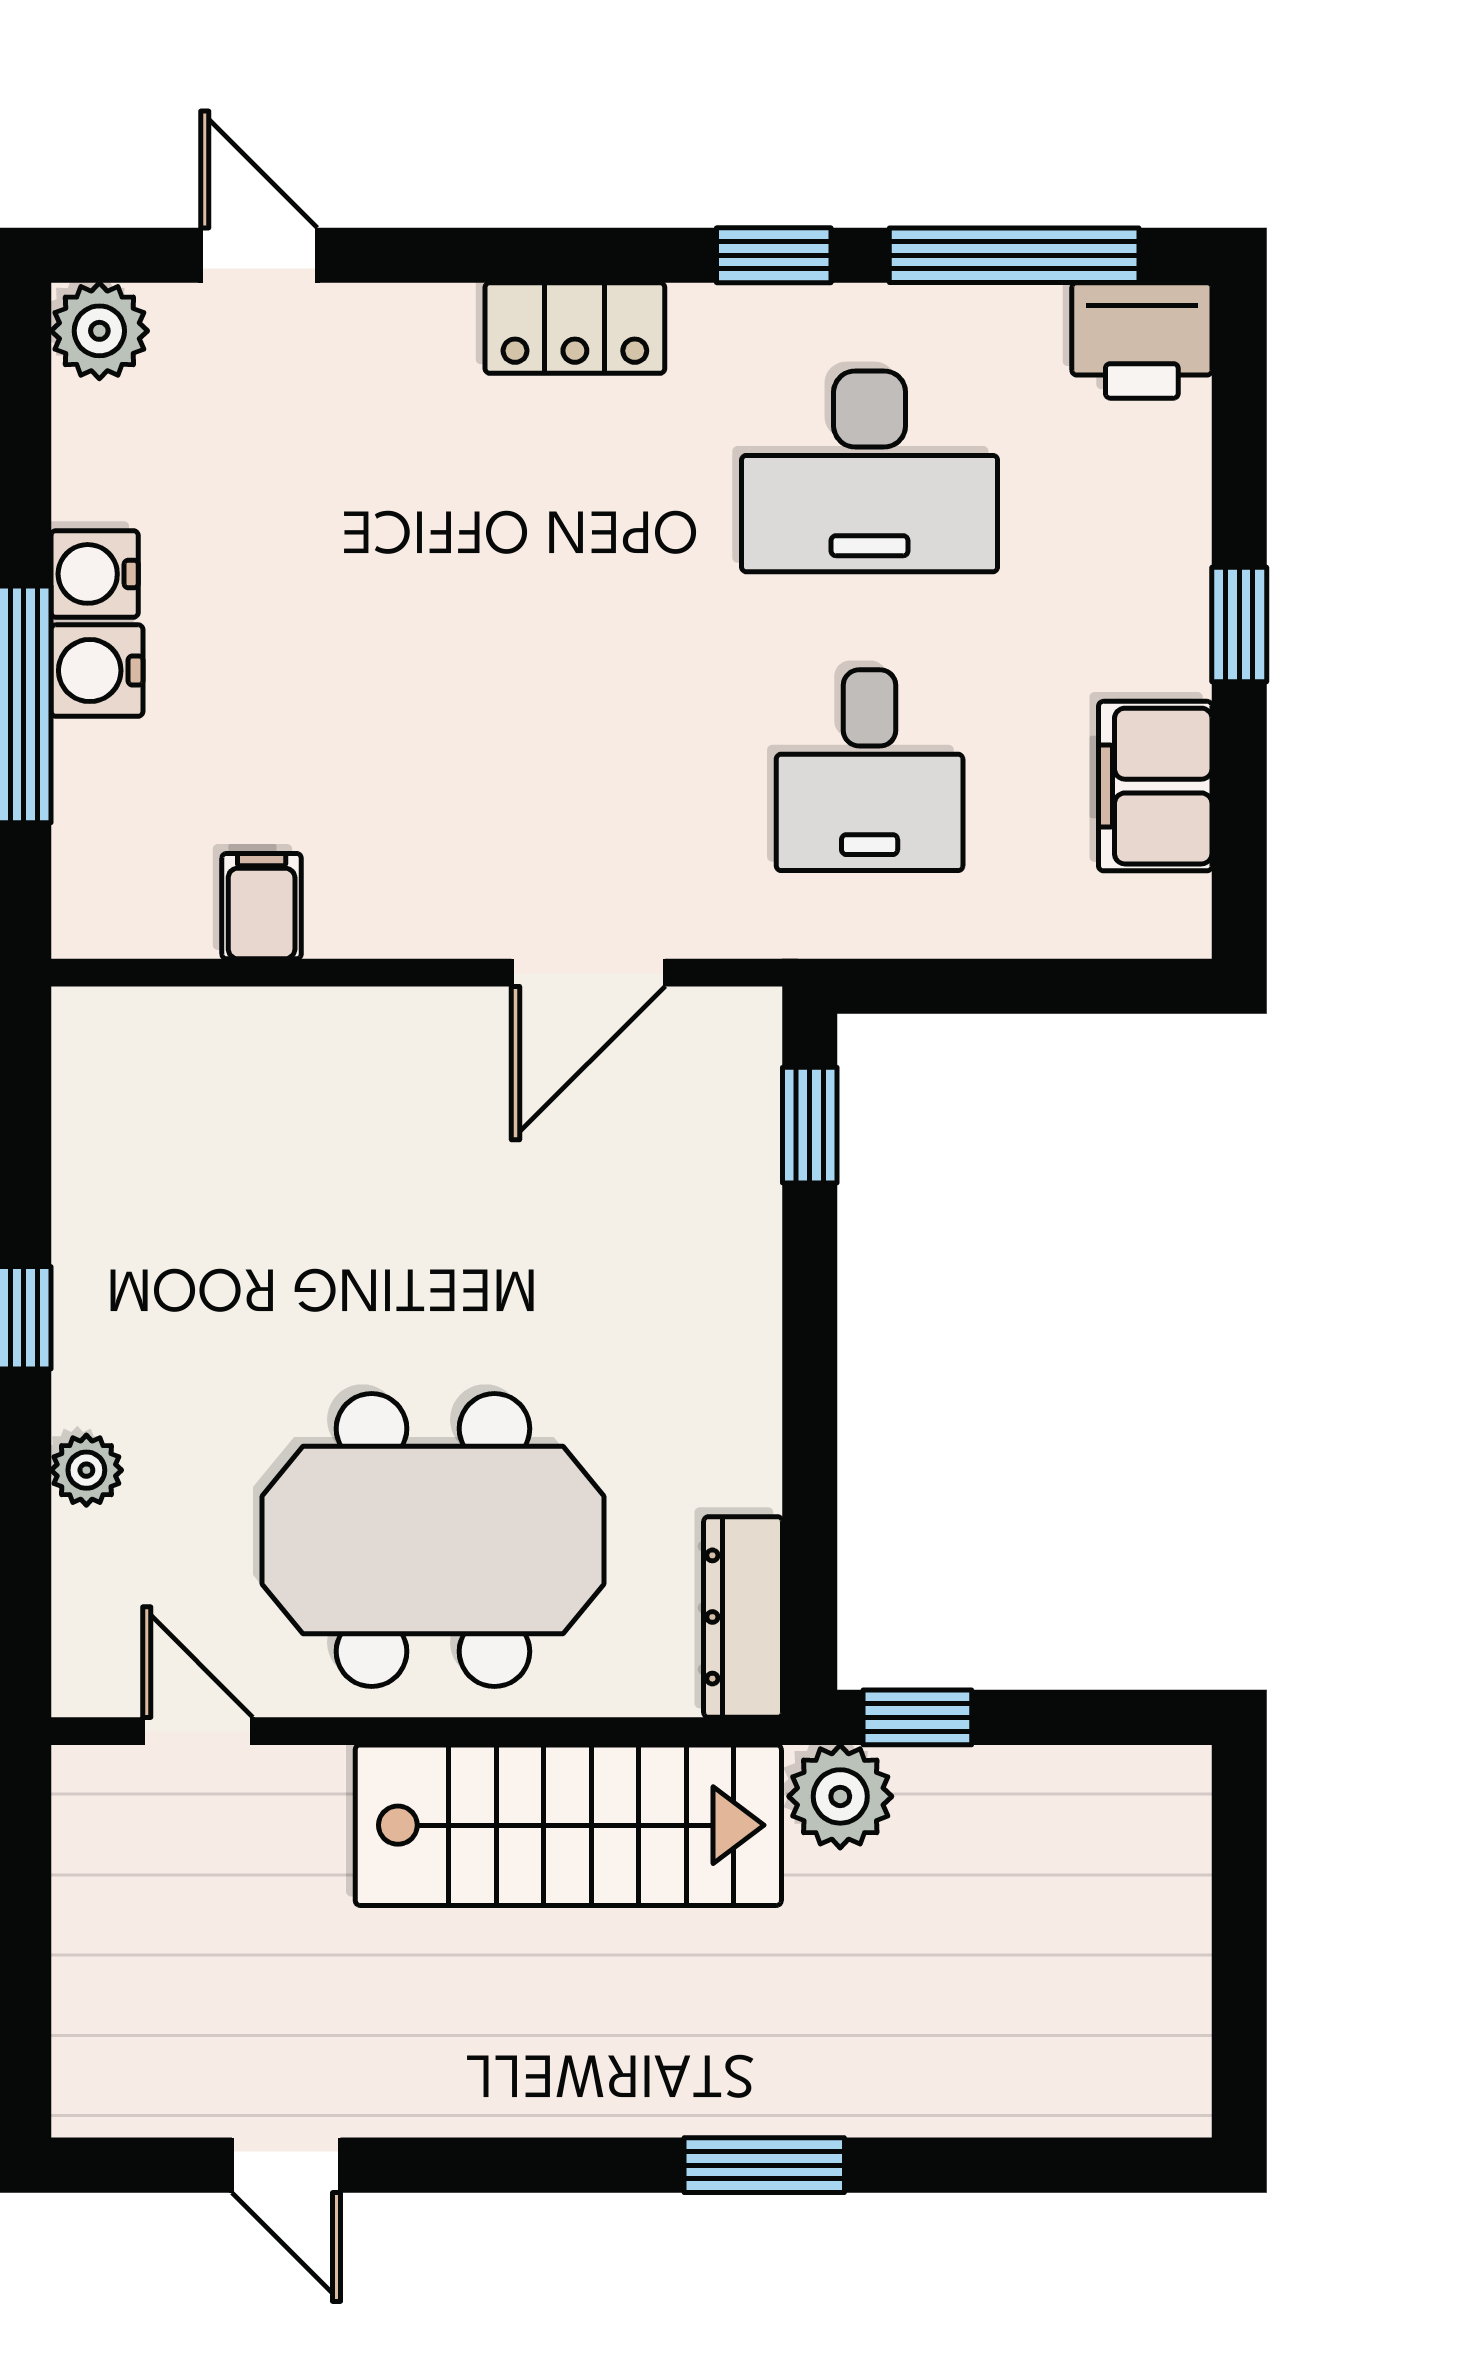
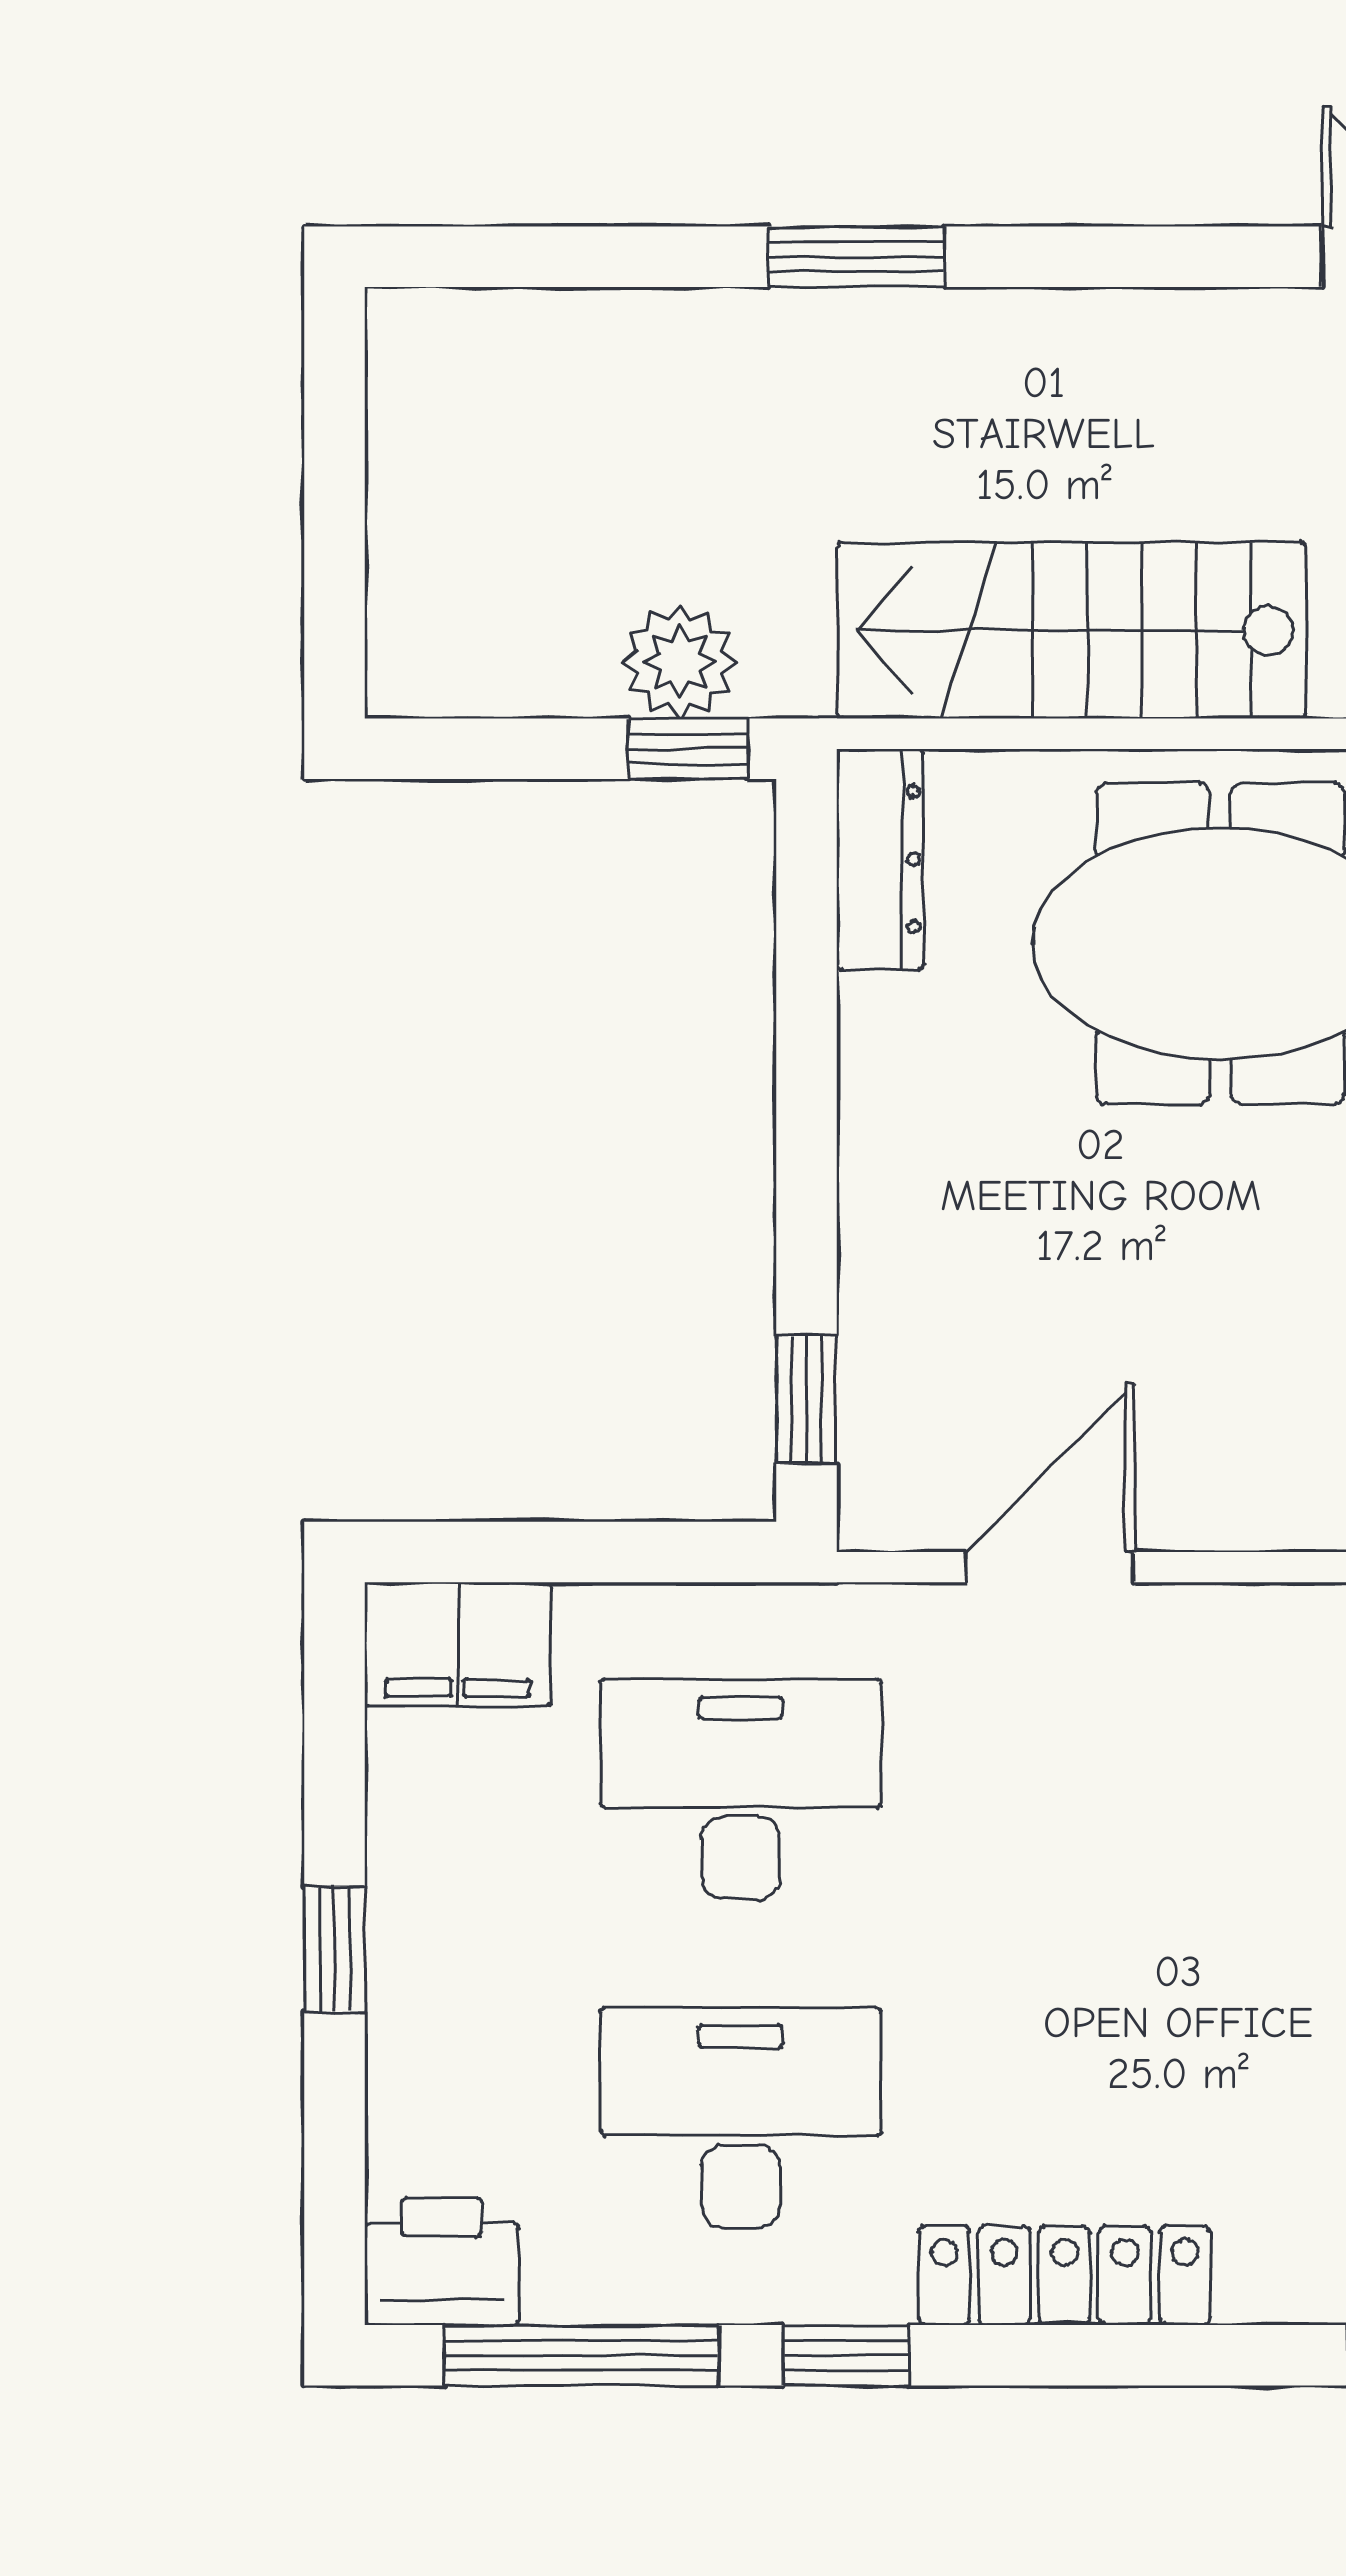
locker: (575, 328) -> (1064, 2275), width x1.53
desk: (870, 770) -> (741, 1790), width x1.37
filing cabinet: (1155, 786) -> (458, 1644), moved, turned 90
plant: (840, 1796) -> (679, 662), moved

